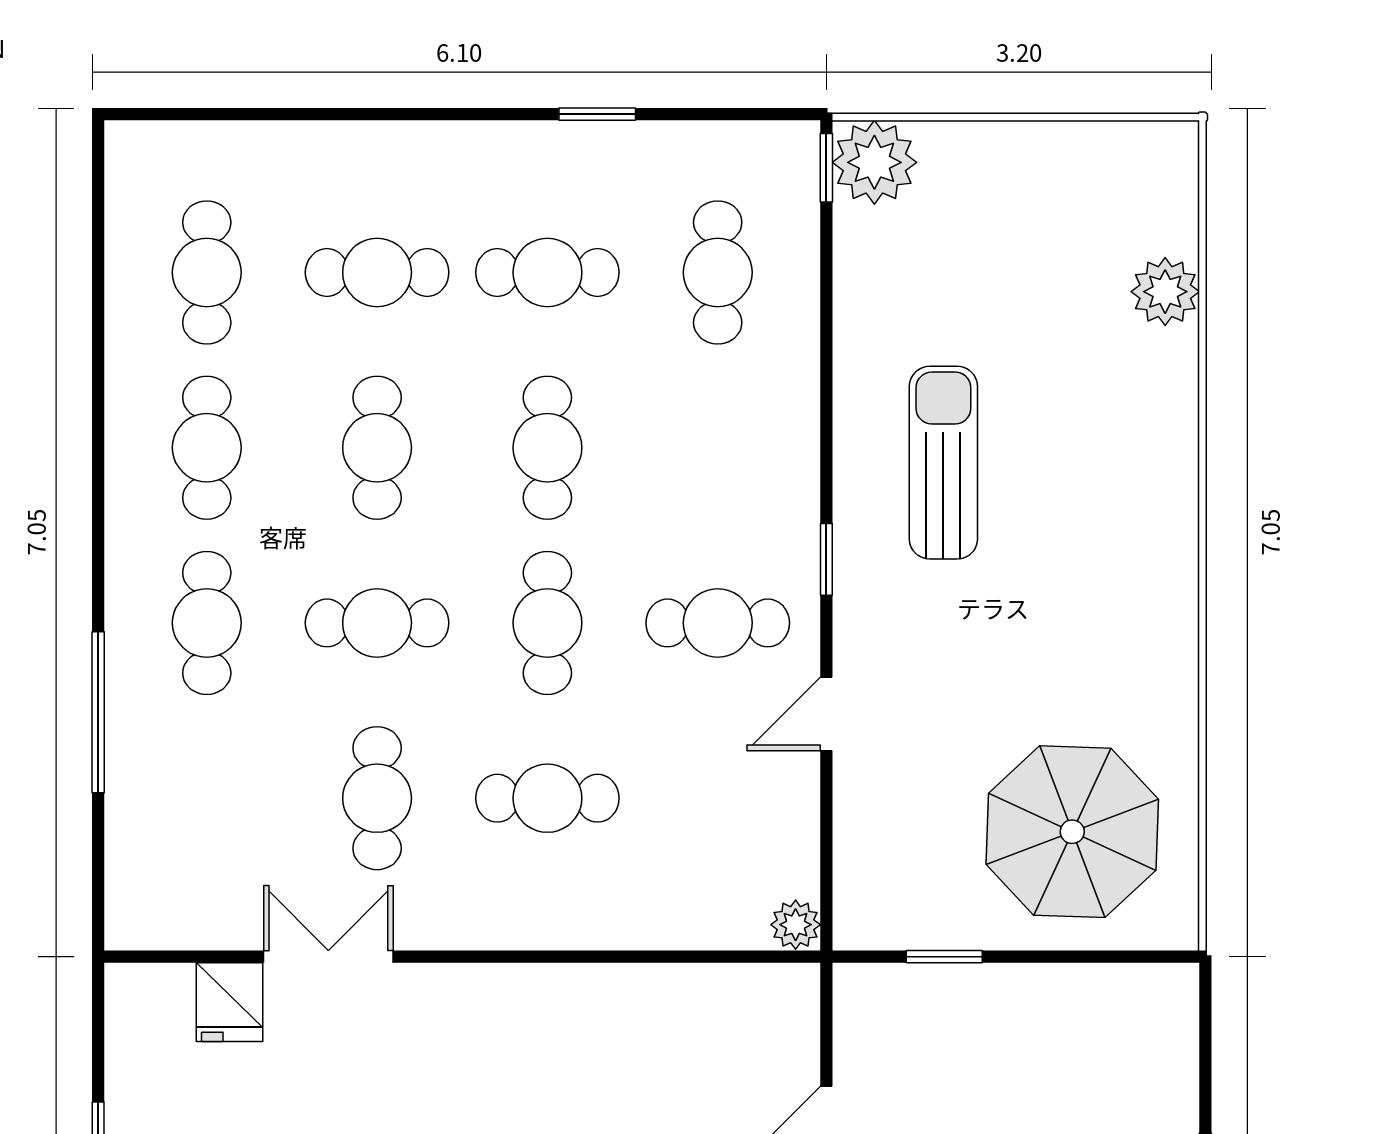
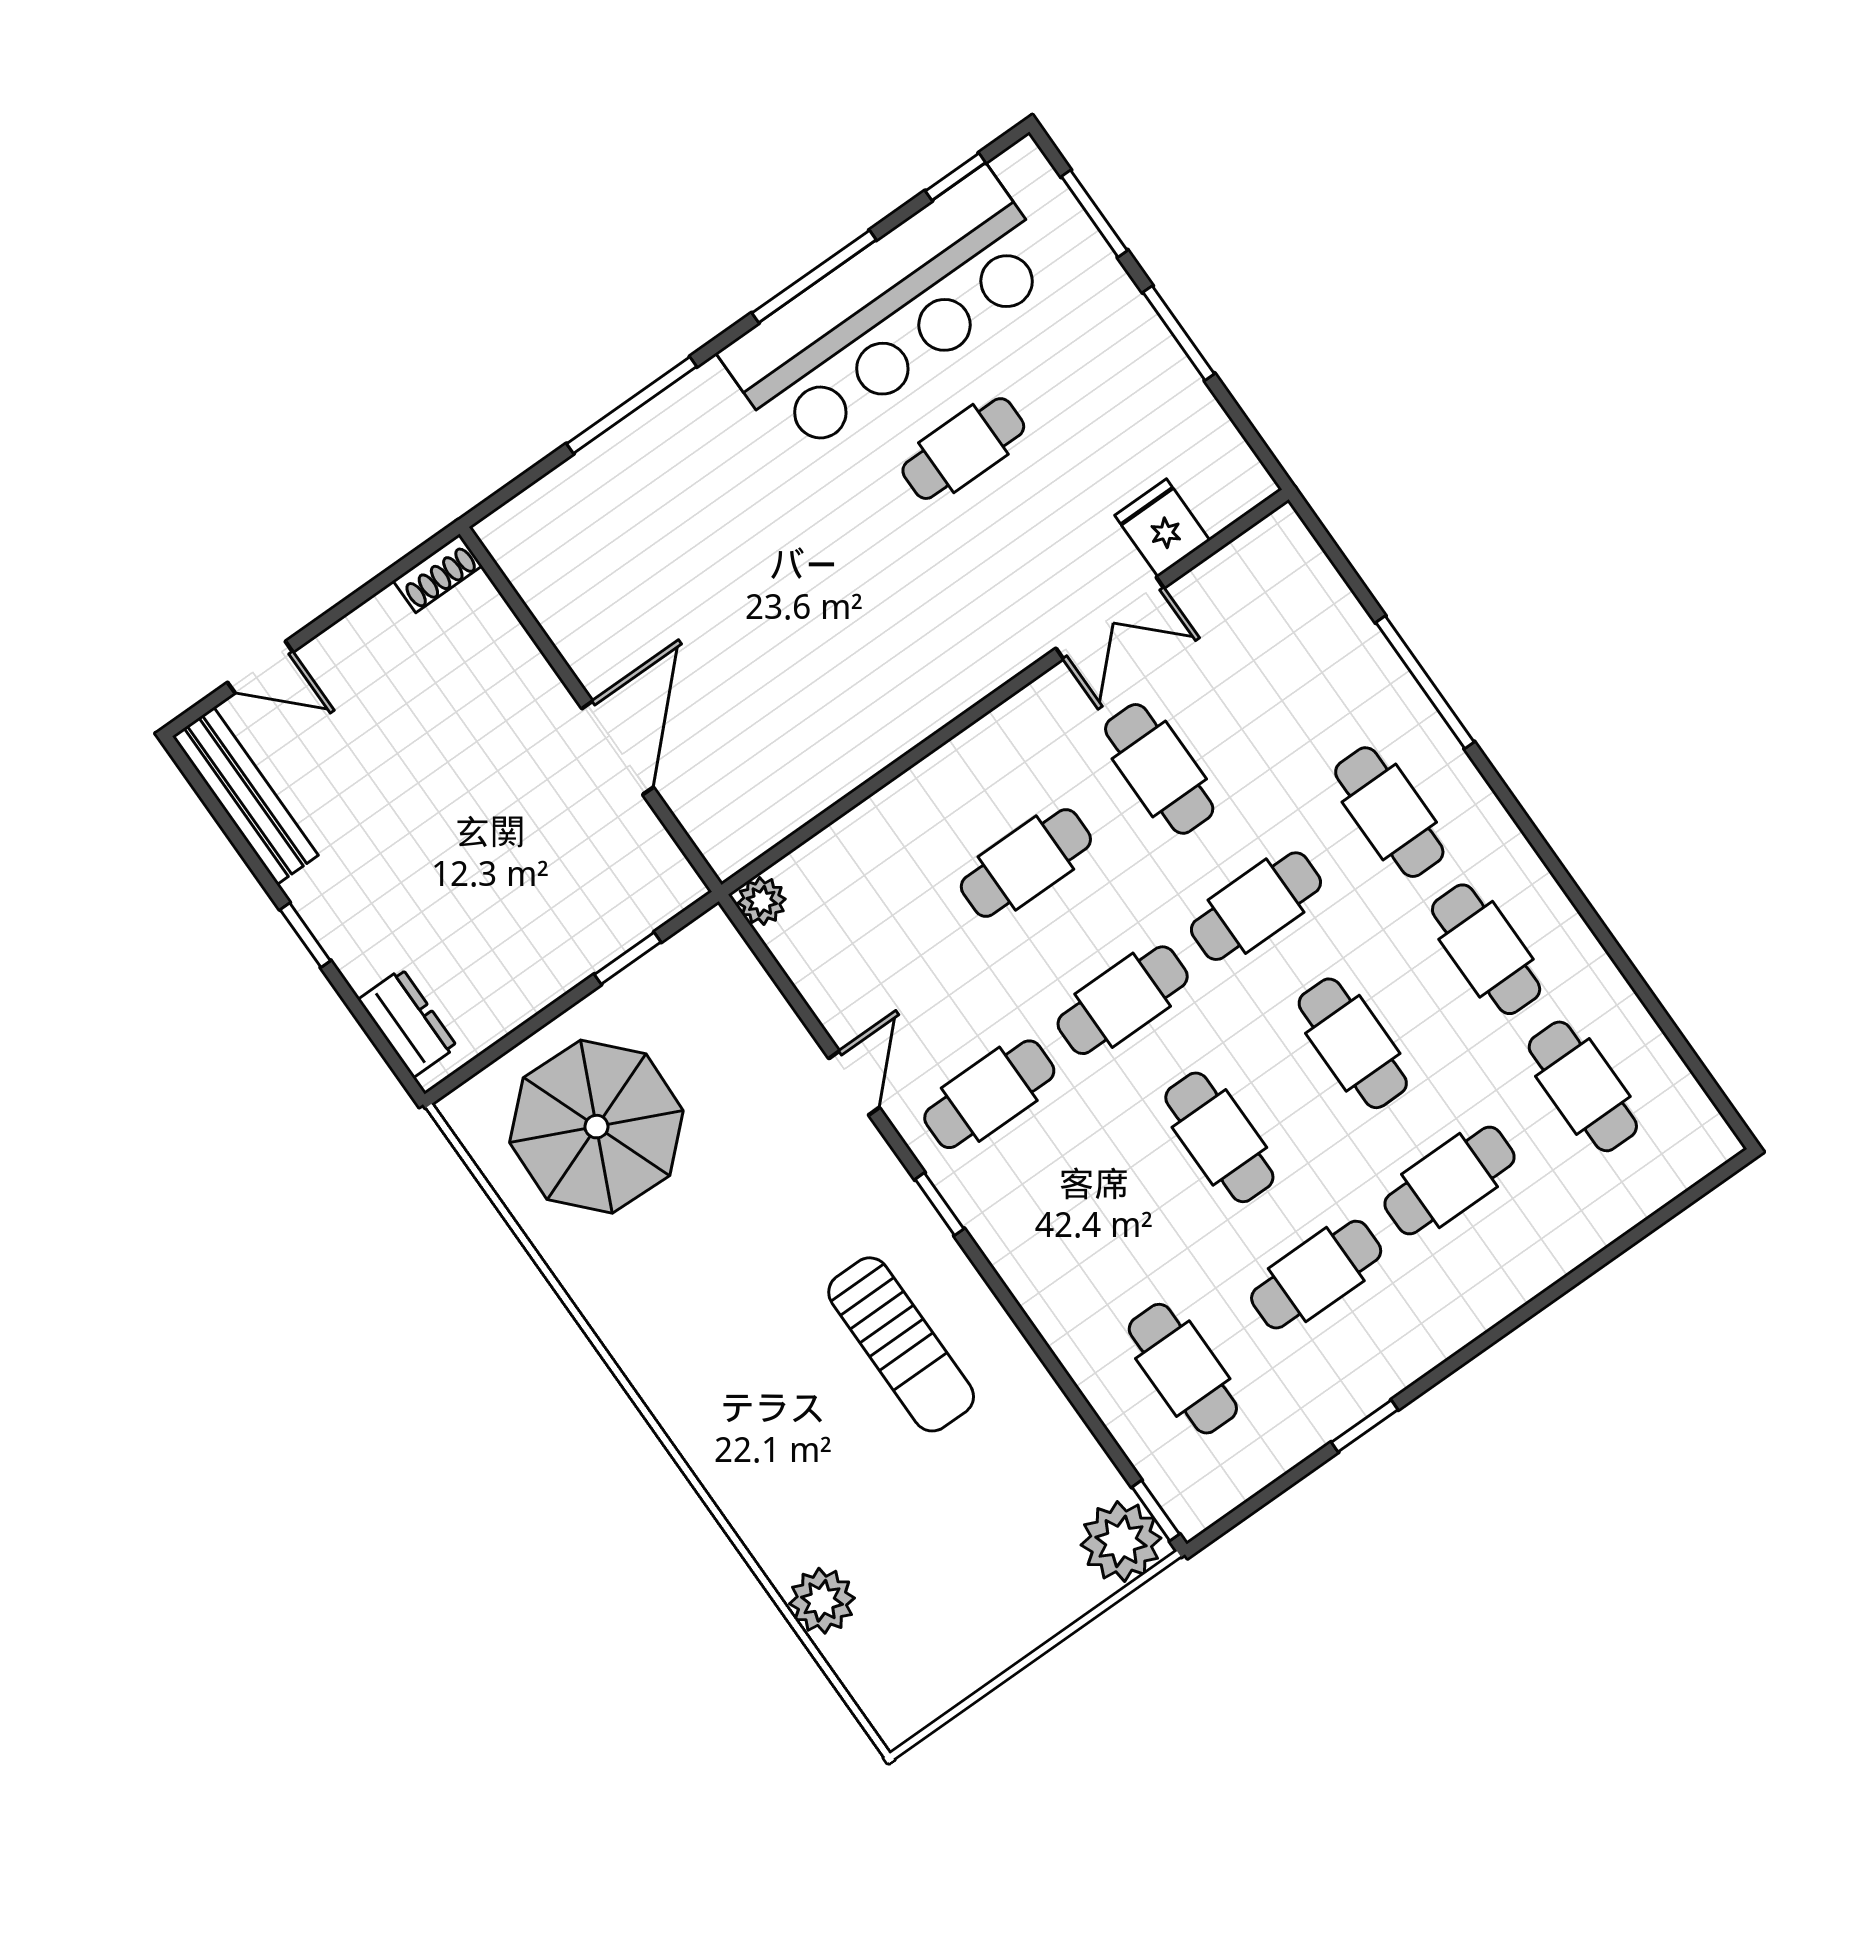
cafe table: (547, 623) -> (1123, 1000), turned 90
dresser: (1171, 1034) -> (408, 1023), added

